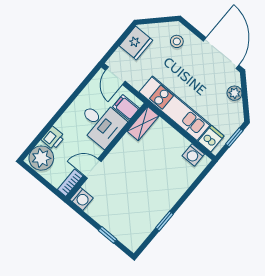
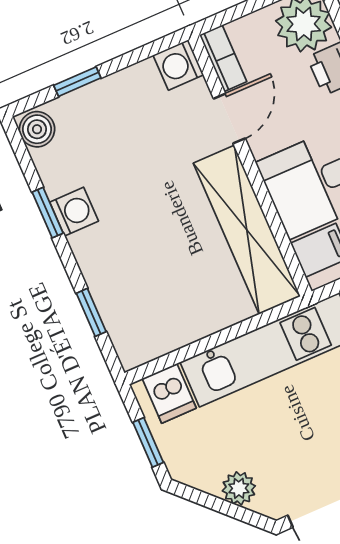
shelving: (143, 124) -> (247, 230), width x2.20, depth x1.33
washing machine: (193, 155) -> (74, 212), moved, turned 90
window: (195, 185) -> (91, 312), added
boiler: (134, 241) -> (37, 129), added

